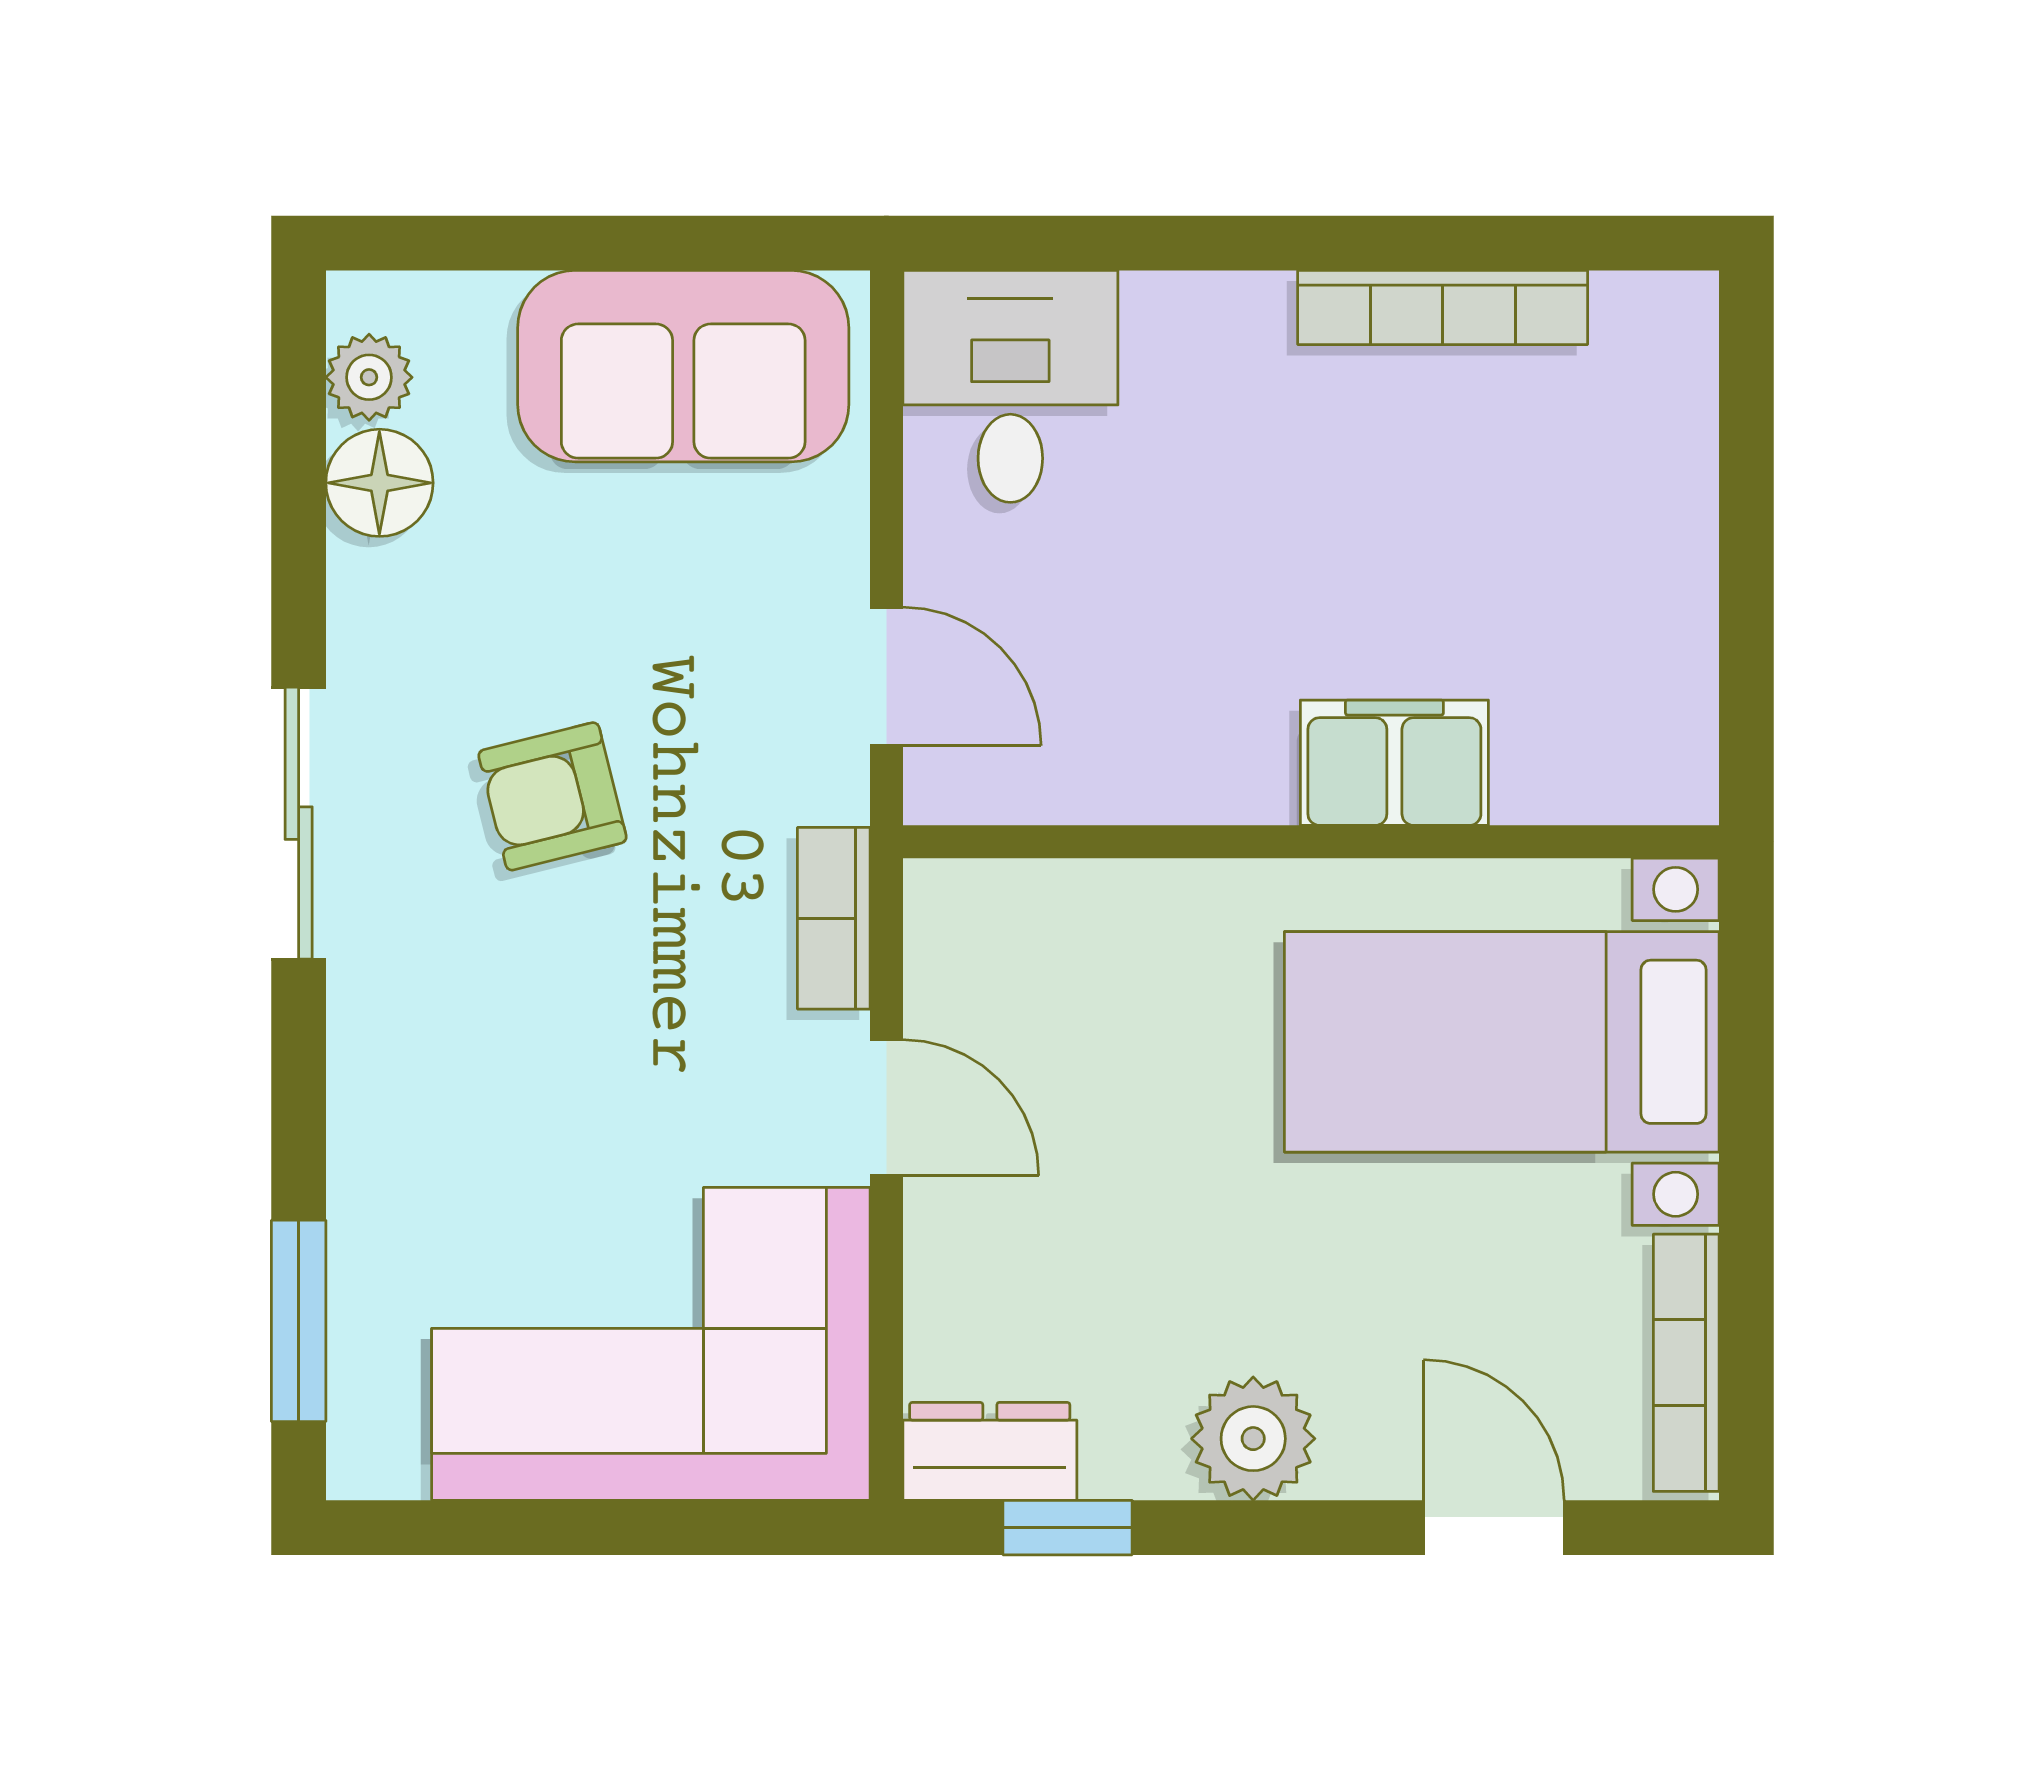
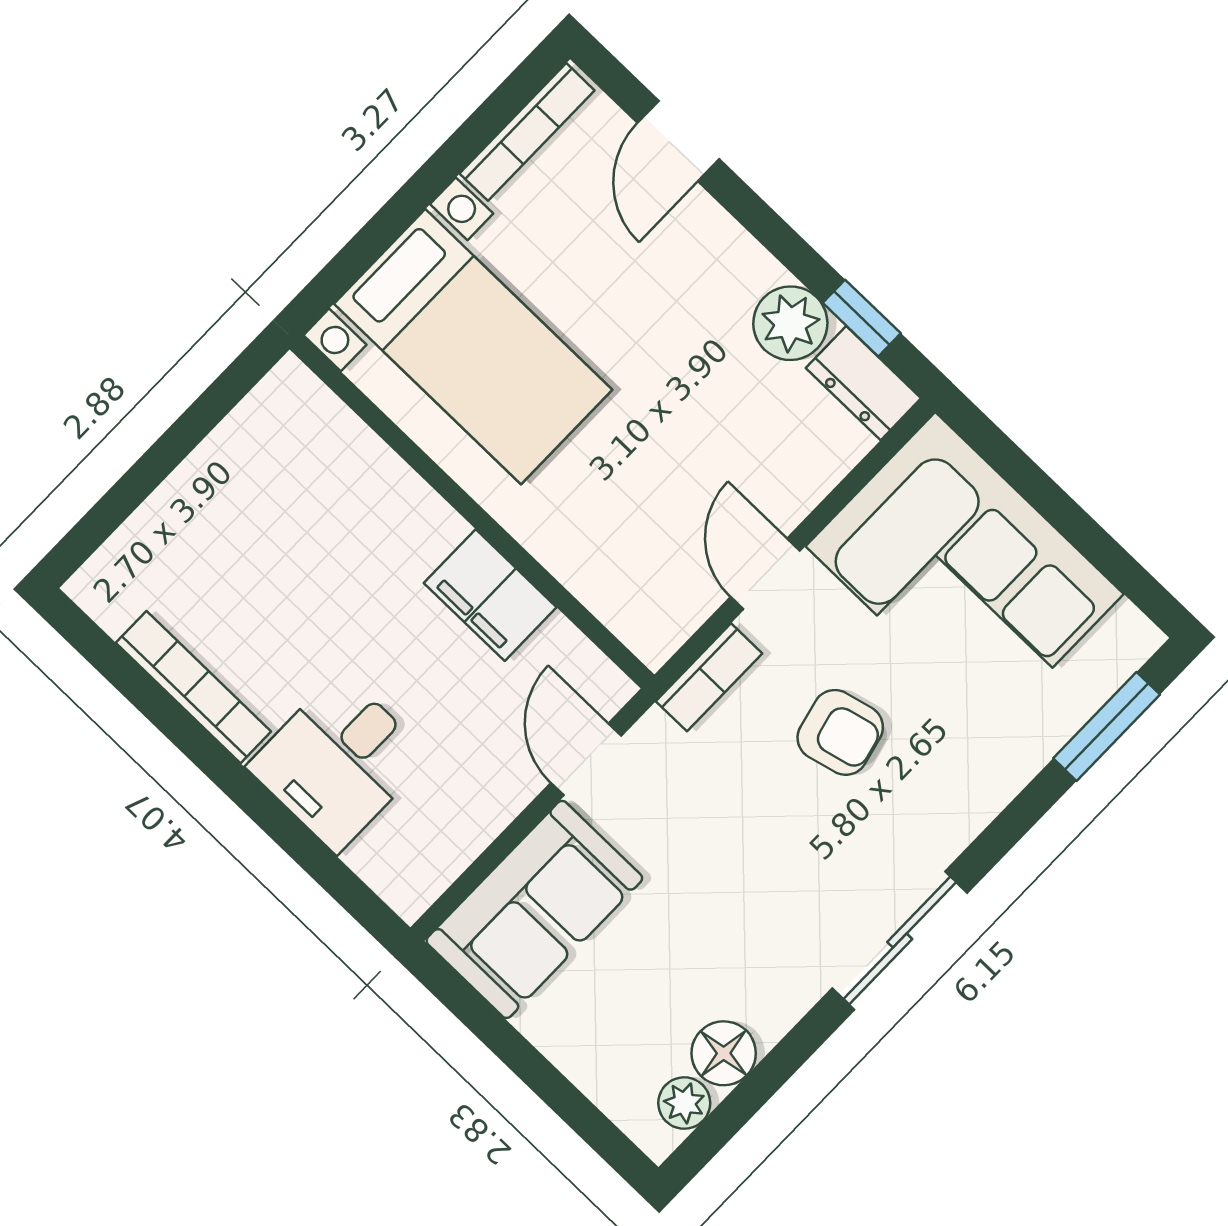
sofa: (683, 366) -> (534, 909), moved, turned 90
desk: (1010, 386) -> (339, 762), moved
filing cabinet: (1394, 763) -> (490, 595), moved
armchair: (552, 796) -> (840, 732), moved
plant: (1253, 1439) -> (790, 323), moved

